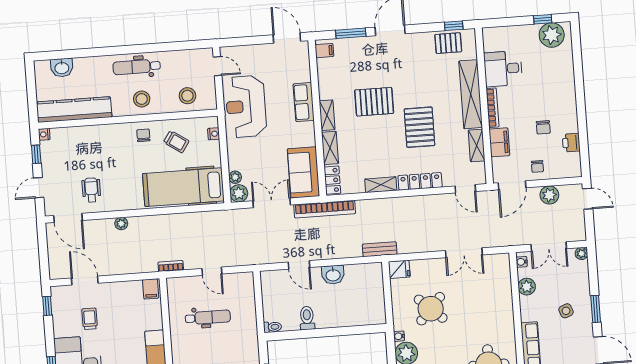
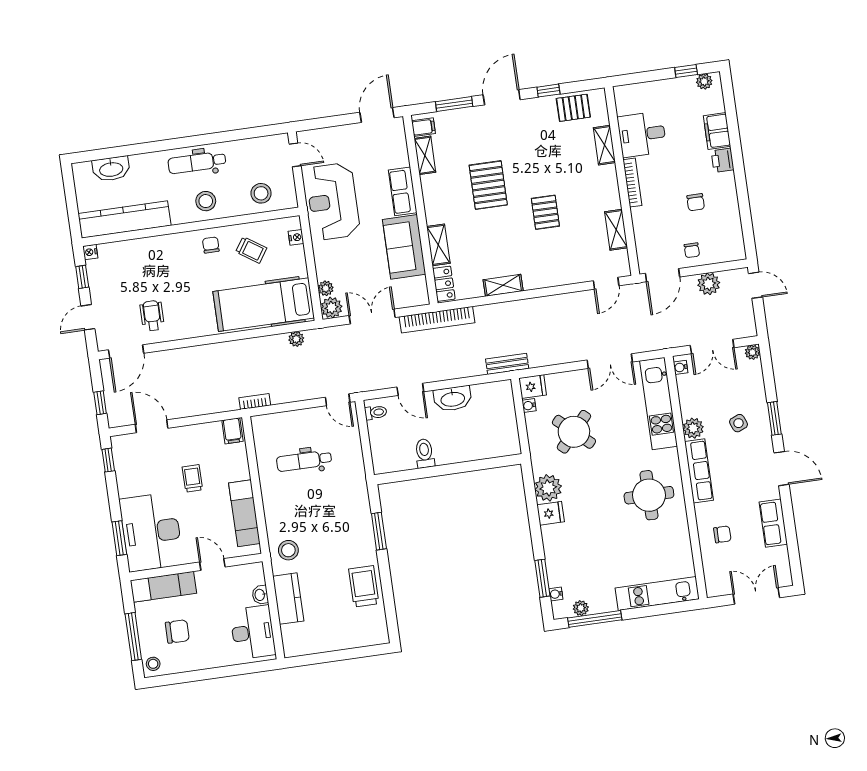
window: (454, 26) -> (548, 91), moved
plant: (552, 35) -> (704, 81), width x0.53, depth x0.53
door: (287, 38) -> (377, 115), hinge flipped
washbasin: (62, 68) -> (111, 169), width x1.38
shelving: (471, 94) -> (604, 145), width x0.45, depth x0.75
pallet: (374, 102) -> (488, 185), turned 90
shelving: (327, 115) -> (425, 155), moved
pallet: (419, 127) -> (545, 212), width x0.67, depth x0.71
filing cabinet: (499, 142) -> (717, 131), moved, turned 180
printer: (571, 143) -> (723, 160), moved
sofa: (304, 172) -> (404, 247), moved
locker: (420, 181) -> (551, 278), removed
door: (465, 189) -> (606, 283), hinge flipped
door: (68, 218) -> (126, 352), hinge flipped
plant: (121, 224) -> (296, 339), moved
window: (44, 258) -> (100, 403), added
door: (212, 271) -> (338, 400), moved
washbasin: (333, 275) -> (453, 399), width x1.38
plant: (527, 287) -> (693, 428), moved
kitchen unit: (502, 290) -> (659, 404), added
dental chair: (208, 317) -> (304, 461), turned 180
trolley: (90, 319) -> (192, 478), moved
toilet: (273, 327) -> (376, 412), moved
water cooler: (399, 336) -> (529, 405), moved

